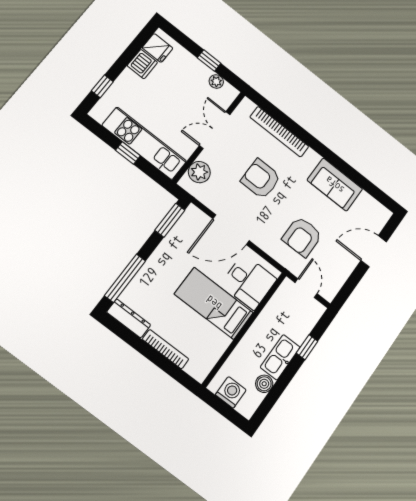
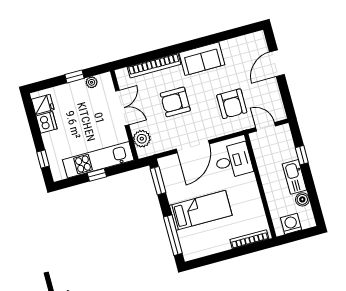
double door: (215, 130) -> (122, 108), swing flipped
sofa: (335, 185) -> (202, 59), moved
bed: (214, 303) -> (201, 210), moved, turned 180
dresser: (129, 318) -> (199, 251), removed
bookcase: (166, 349) -> (249, 239), moved

